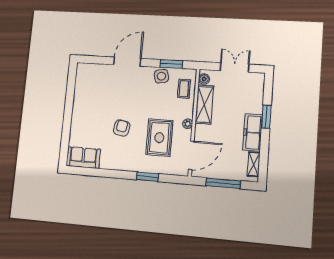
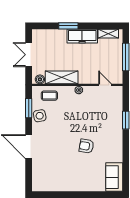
rug: (159, 138) -> (92, 113), removed
door: (191, 155) -> (105, 85), width x0.53

